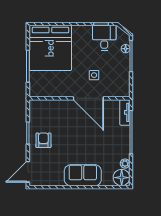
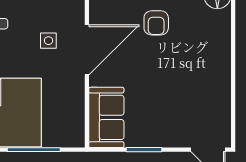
armchair: (43, 140) -> (156, 23), moved, turned -90
sofa: (83, 175) -> (106, 117), moved, turned 180

